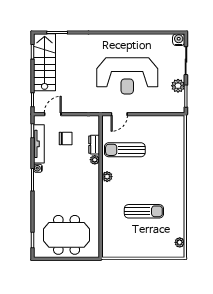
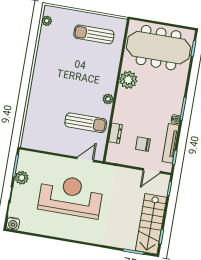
plant: (95, 160) -> (128, 80), moved, width x1.88, depth x1.88
sun lounger: (144, 211) -> (94, 34), moved
meeting table: (67, 235) -> (158, 48), width x1.36

